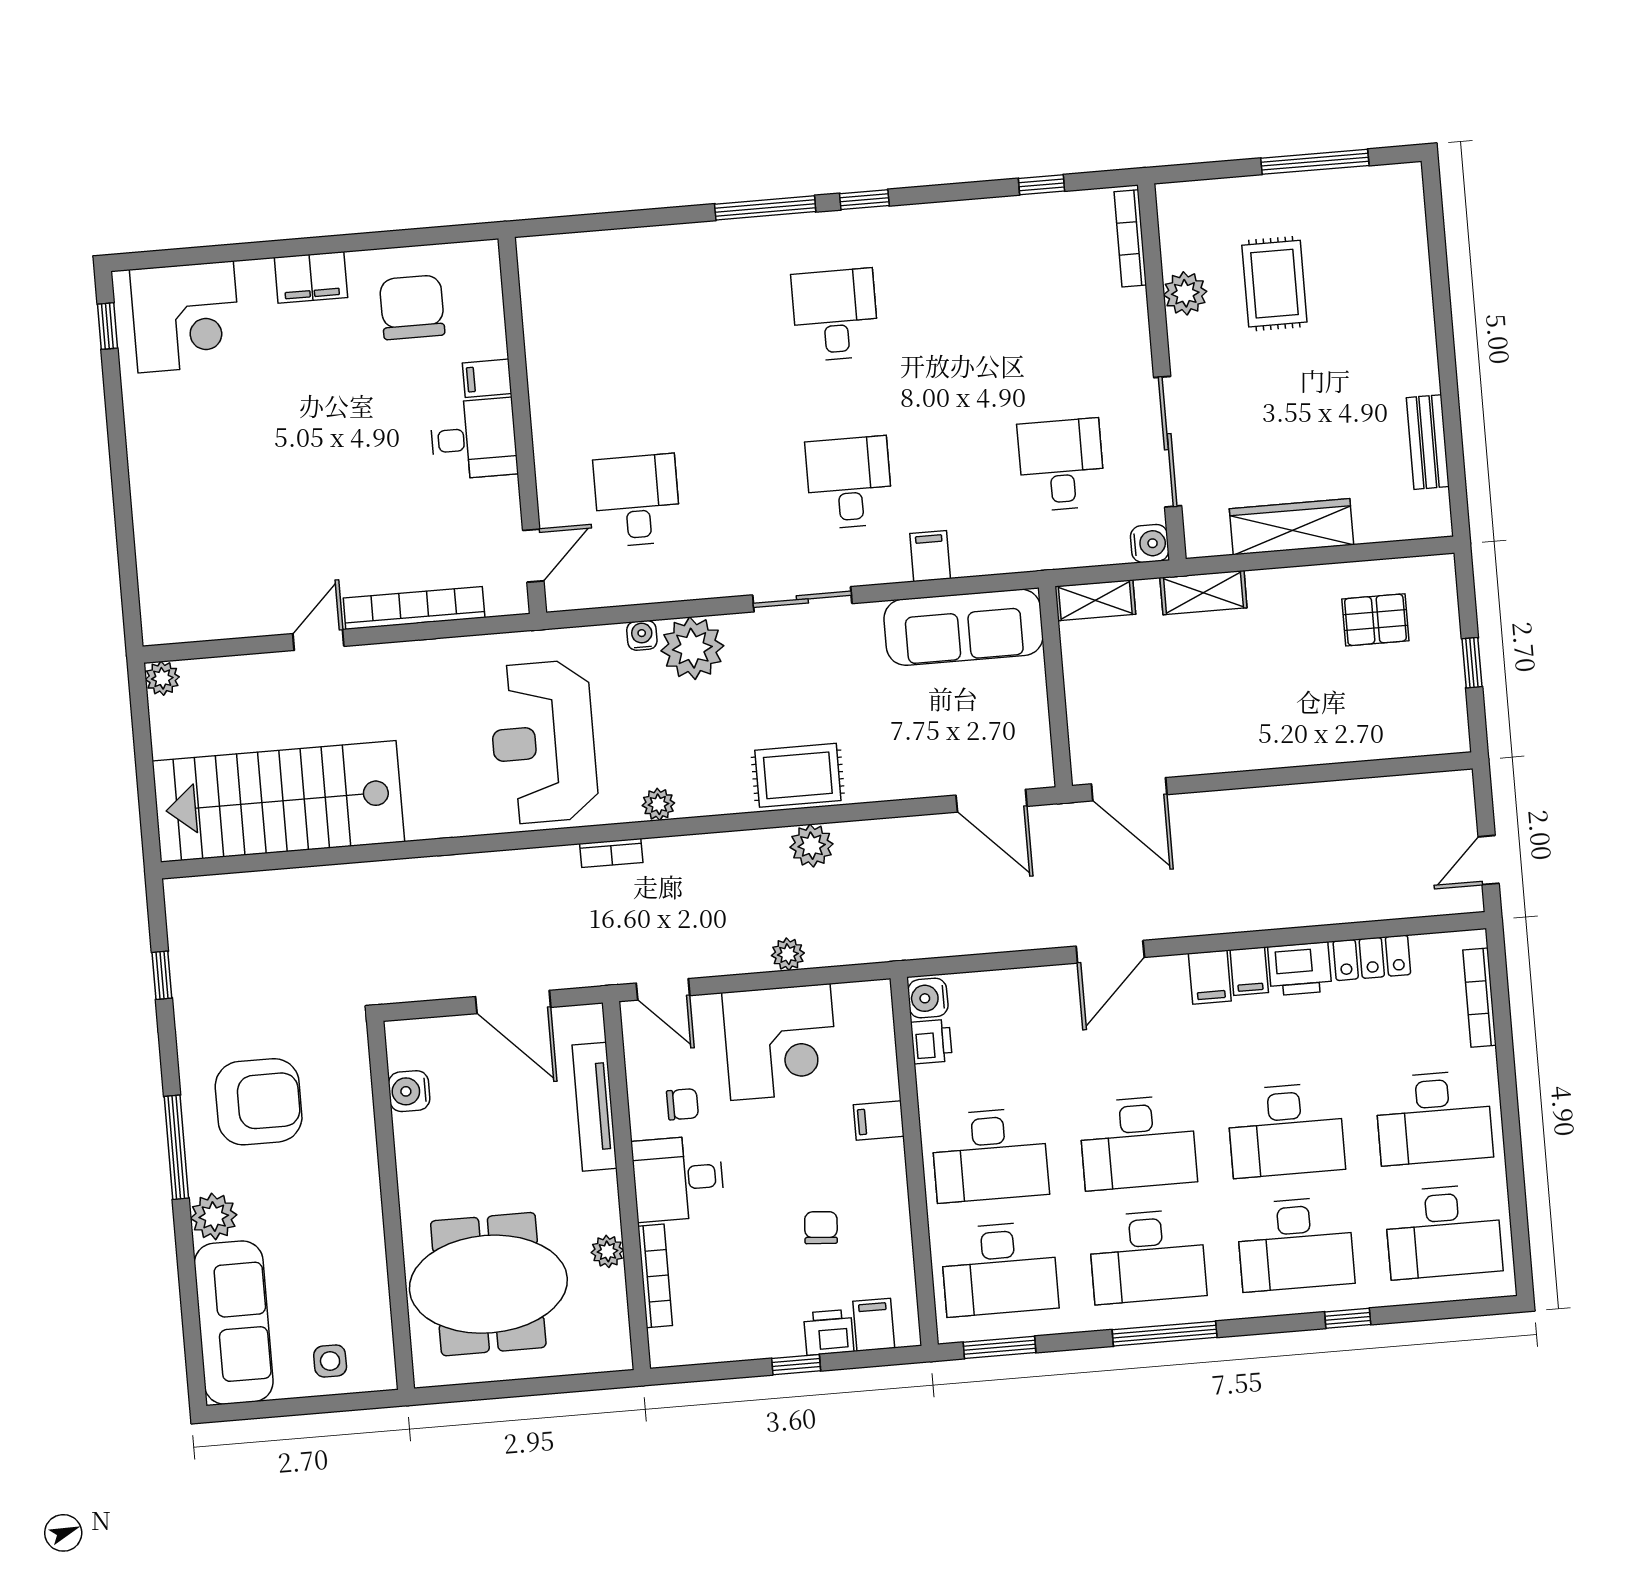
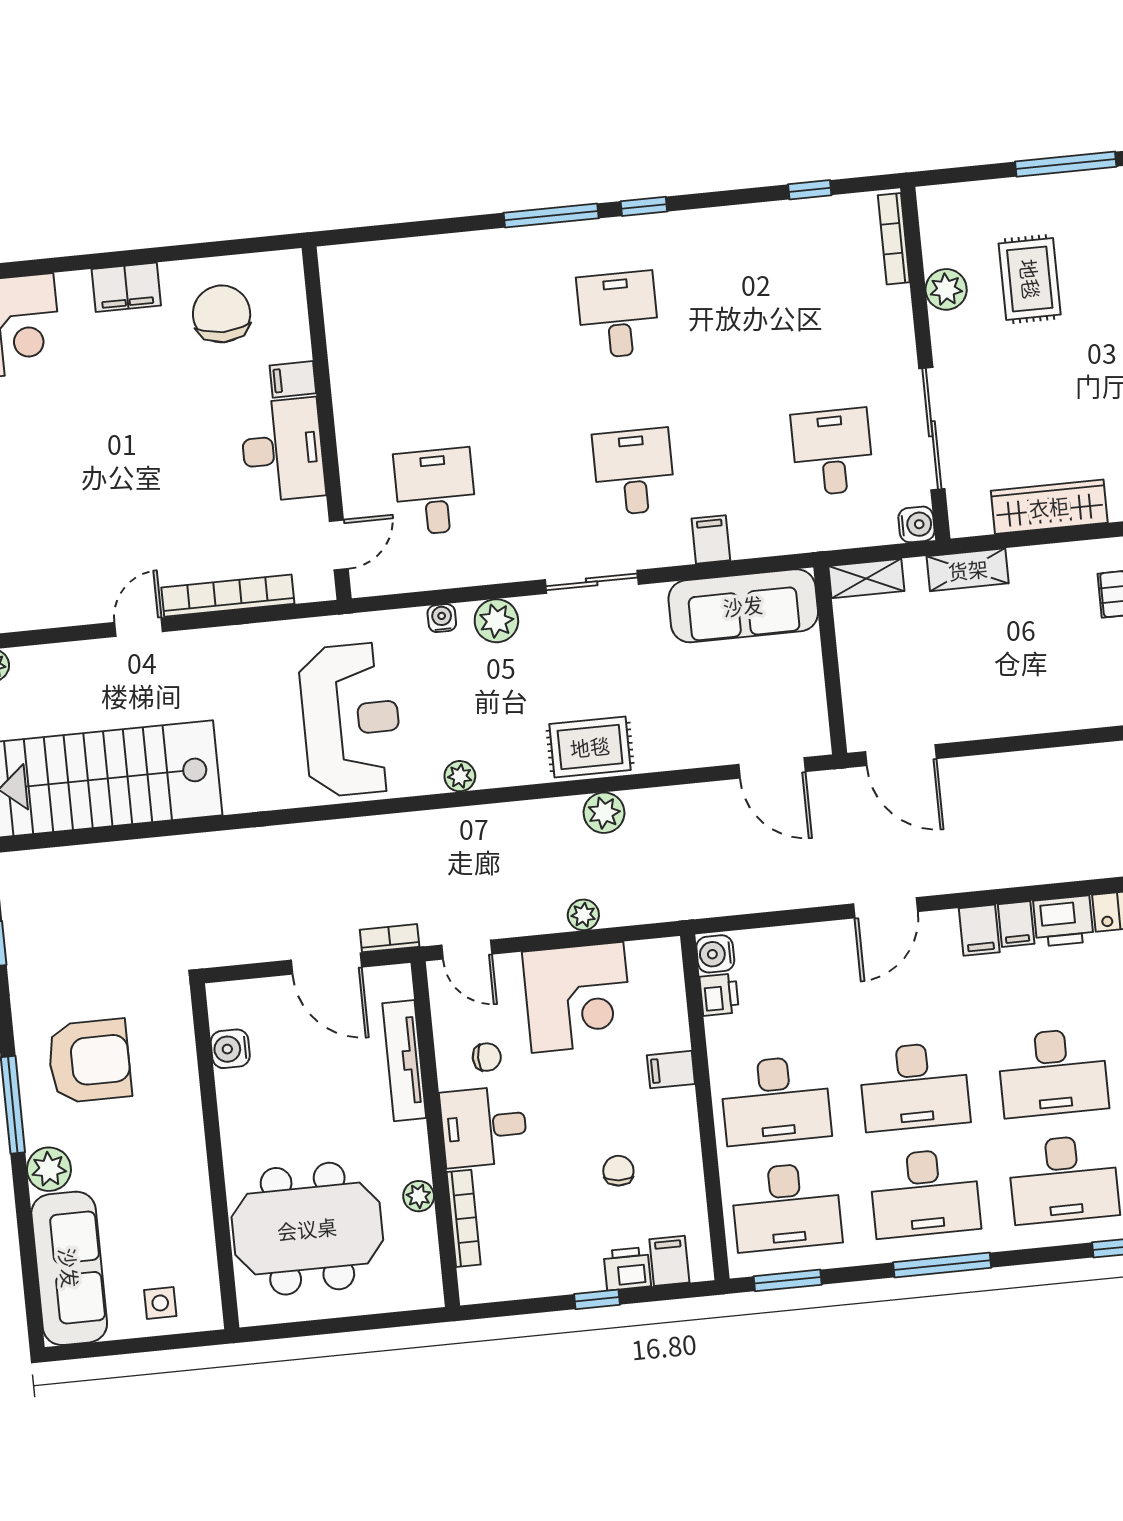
desk: (474, 439) -> (282, 450), width x1.37
plant: (692, 648) -> (496, 621), width x0.73, depth x0.73
reception desk: (543, 742) -> (351, 720), turned 180
bookcase: (611, 853) -> (390, 938), moved, turned 180

